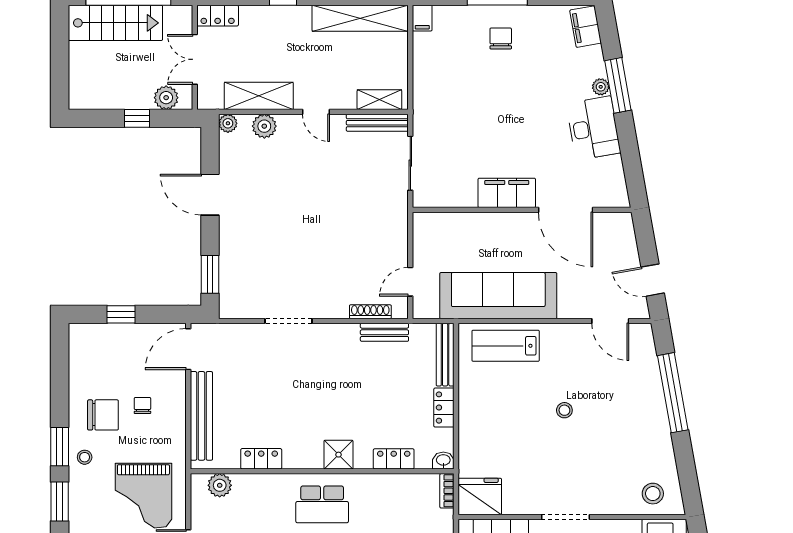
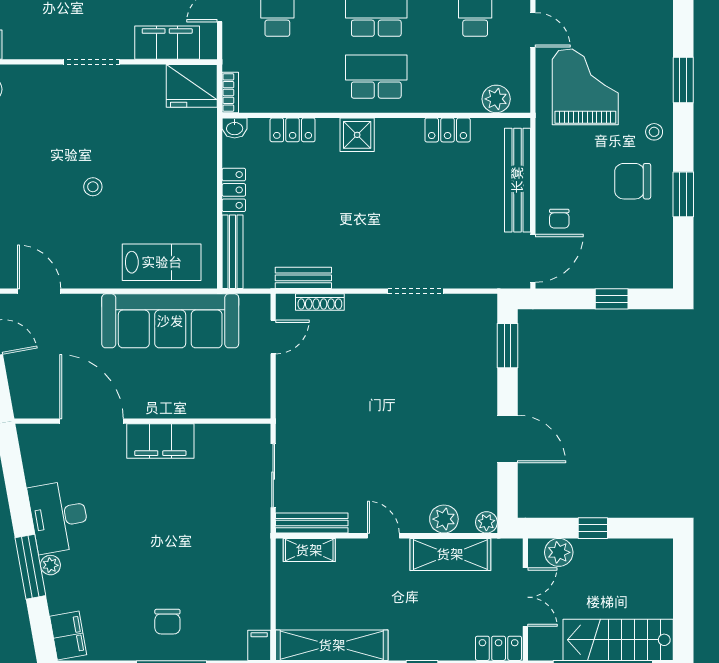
chair: (142, 405) -> (559, 219), moved
window: (60, 447) -> (683, 194), moved

